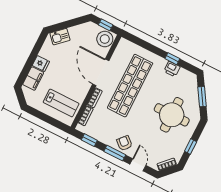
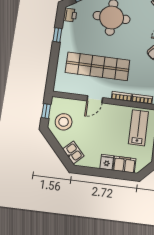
stool: (105, 39) -> (64, 122), moved
printer: (172, 69) -> (70, 15), moved
door: (101, 72) -> (95, 99), width x0.53

